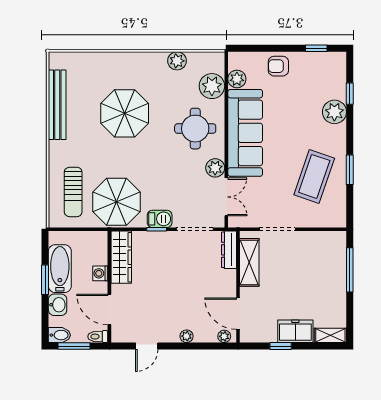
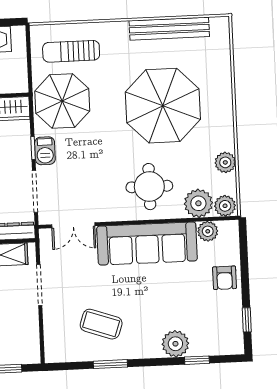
armchair: (278, 66) -> (224, 278), turned 180
parasol: (125, 113) -> (163, 106), width x1.36, depth x1.36
plant: (215, 168) -> (225, 206), moved
coffee table: (314, 176) -> (101, 324), width x0.73, depth x0.76

